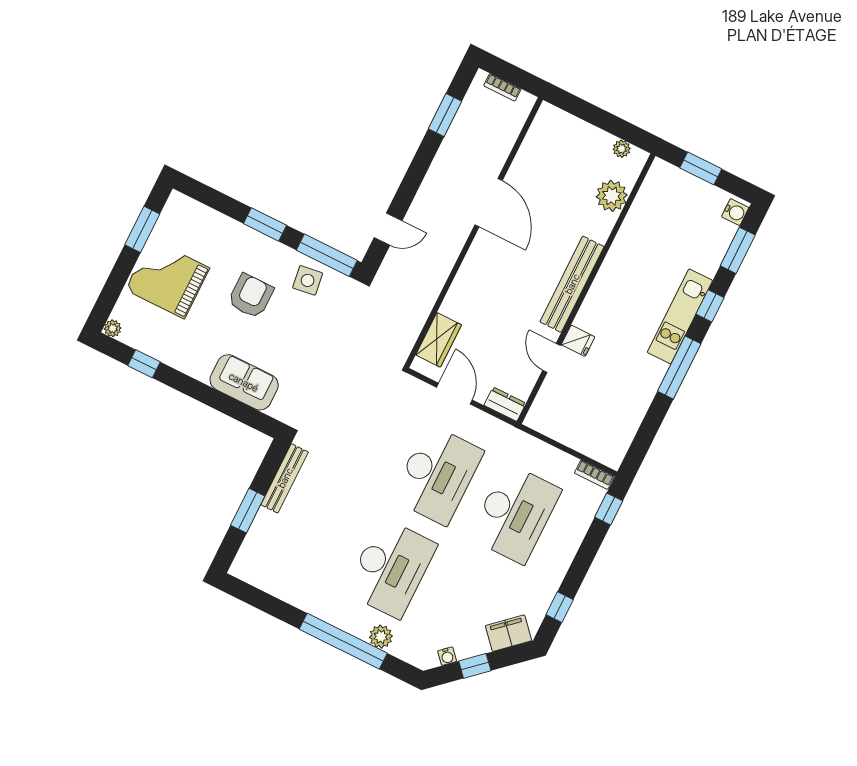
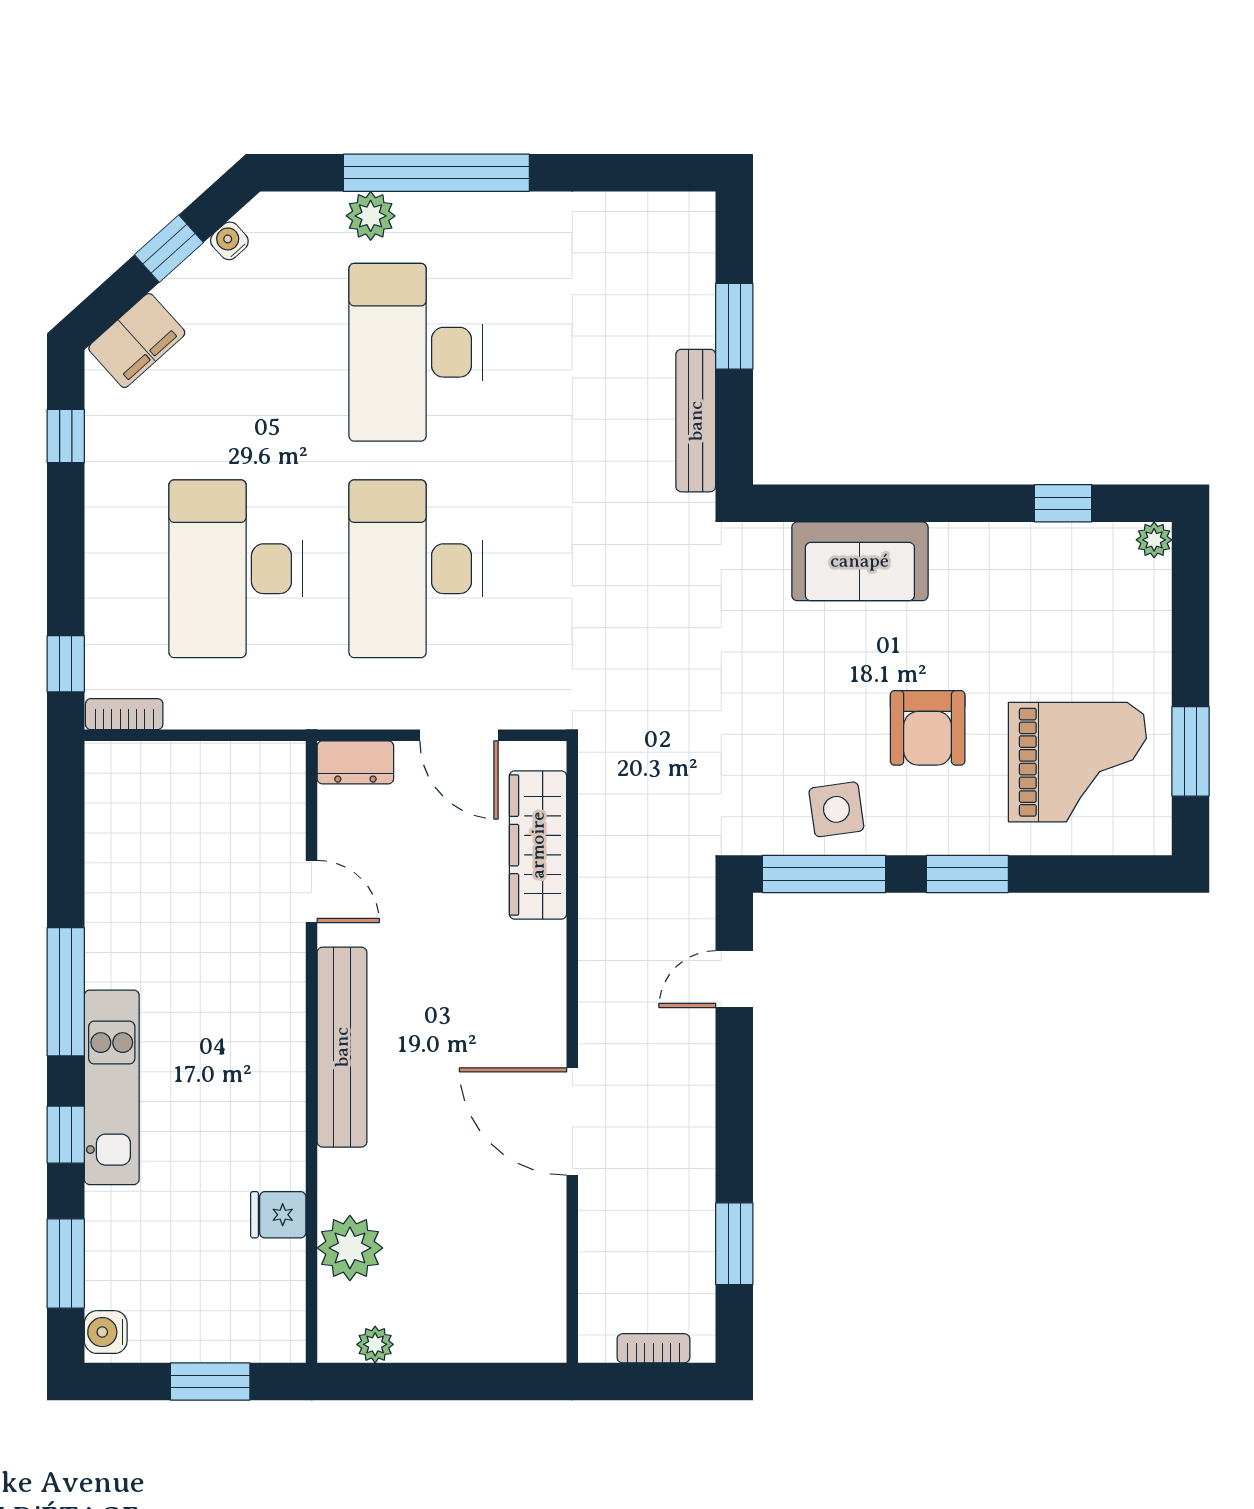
grand piano: (167, 279) -> (1077, 762), moved
wardrobe: (439, 340) -> (538, 845), width x1.50
fridge: (578, 341) -> (278, 1215), moved

